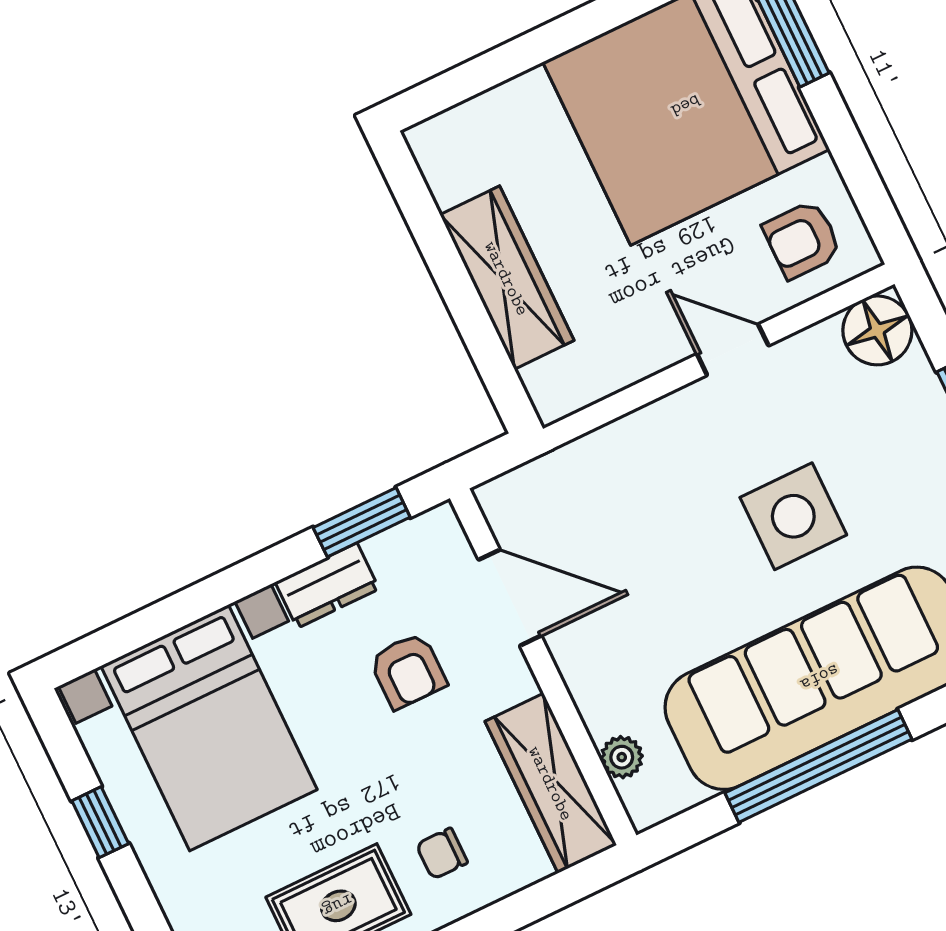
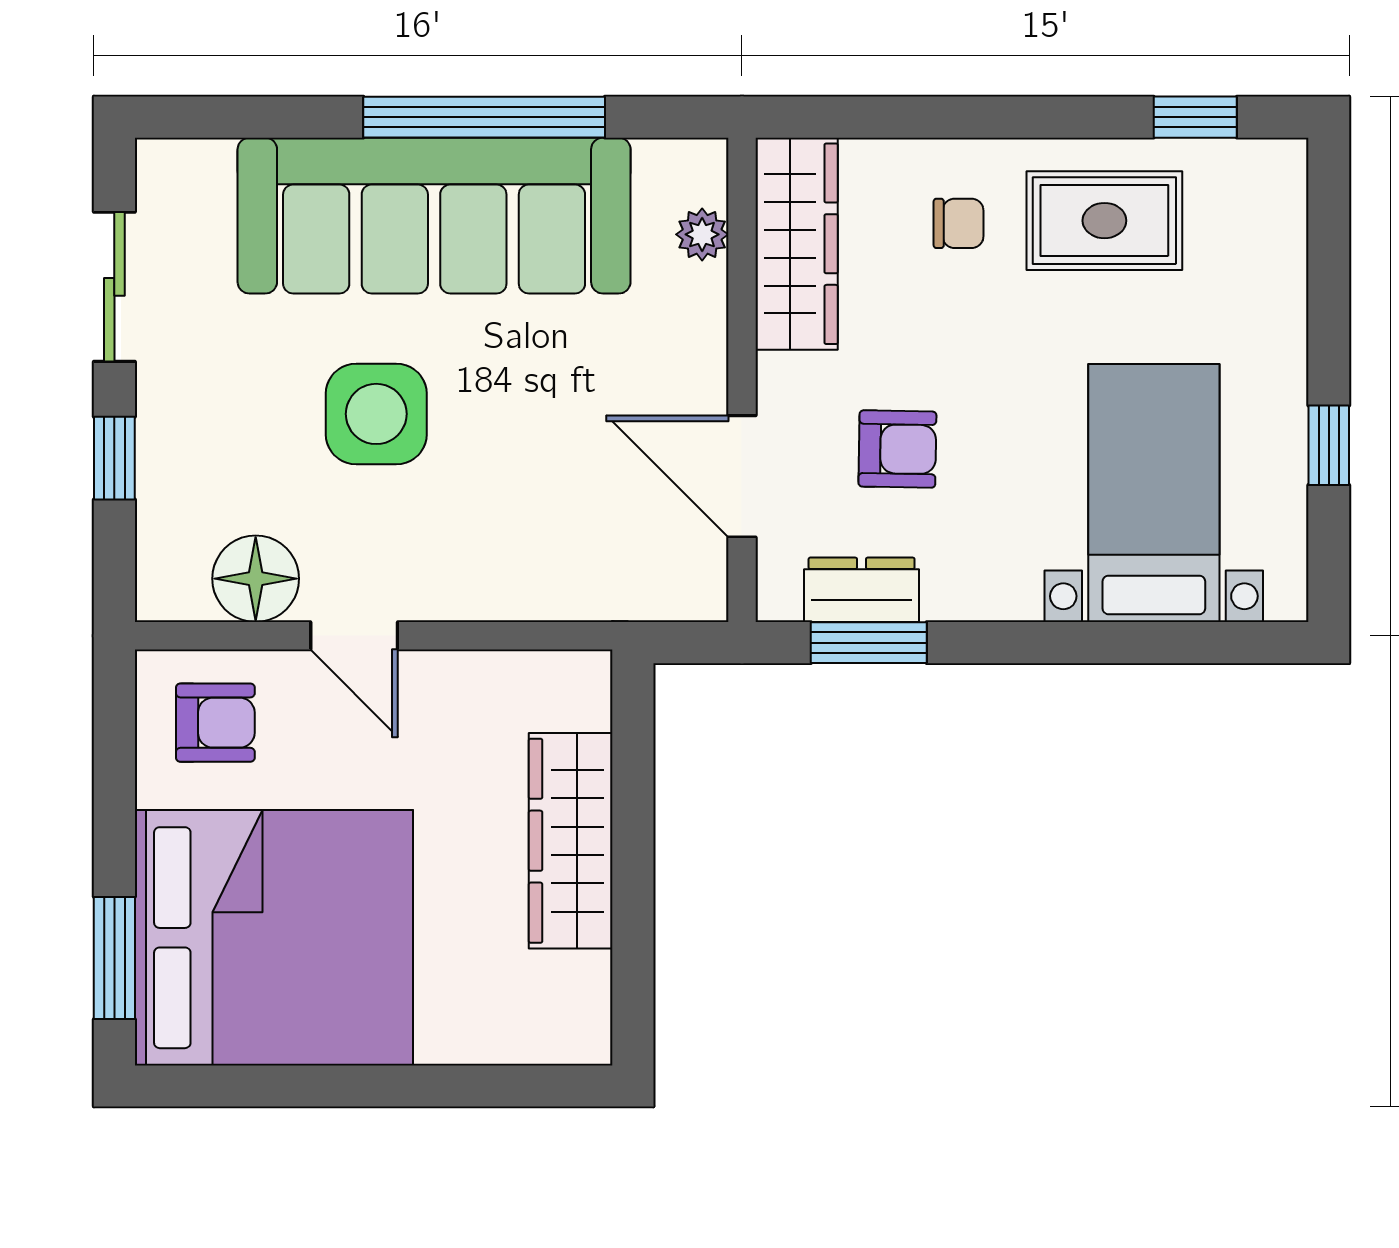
floor lamp: (877, 330) -> (256, 579), moved
dresser: (327, 586) -> (862, 590), moved
armchair: (408, 671) -> (897, 449), turned 91
bed with nightstands: (209, 728) -> (1154, 493), width x0.73

